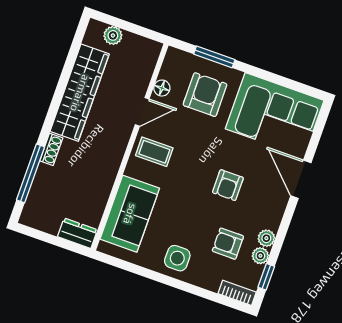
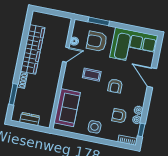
plant: (113, 35) -> (45, 18), removed
armchair: (205, 95) -> (97, 41), turned -90
coffee table: (154, 152) -> (92, 75), moved
window: (30, 173) -> (13, 94), width x0.69
dresser: (77, 233) -> (30, 119), moved

